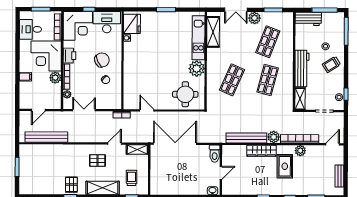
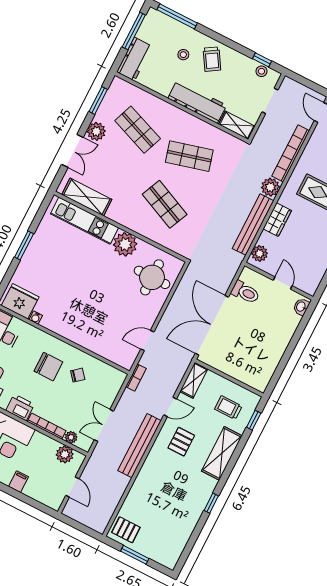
chair: (102, 60) -> (48, 367), turned 116
plant: (55, 78) -> (65, 454), moved
shop shelf: (268, 80) -> (189, 156), turned -30
bench: (46, 137) -> (140, 446), moved
door: (115, 144) -> (170, 407), swing flipped
wardrobe: (261, 151) -> (277, 220), width x0.67
plant: (300, 151) -> (260, 253), moved
toilet: (215, 154) -> (245, 292), moved
pallet: (71, 185) -> (126, 530), moved

